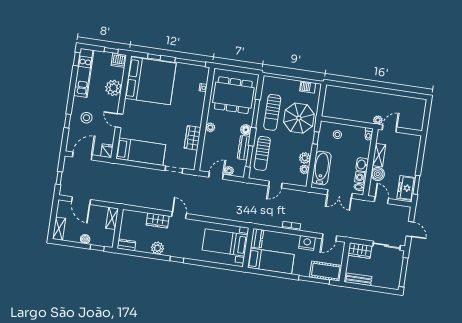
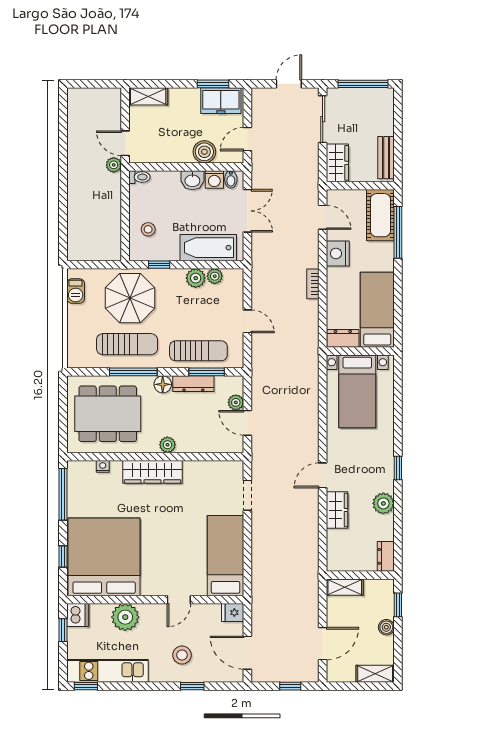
dining table: (233, 95) -> (108, 414), turned 90
wardrobe: (193, 138) -> (152, 472), moved, width x1.50
shelving: (379, 155) -> (148, 96), moved

